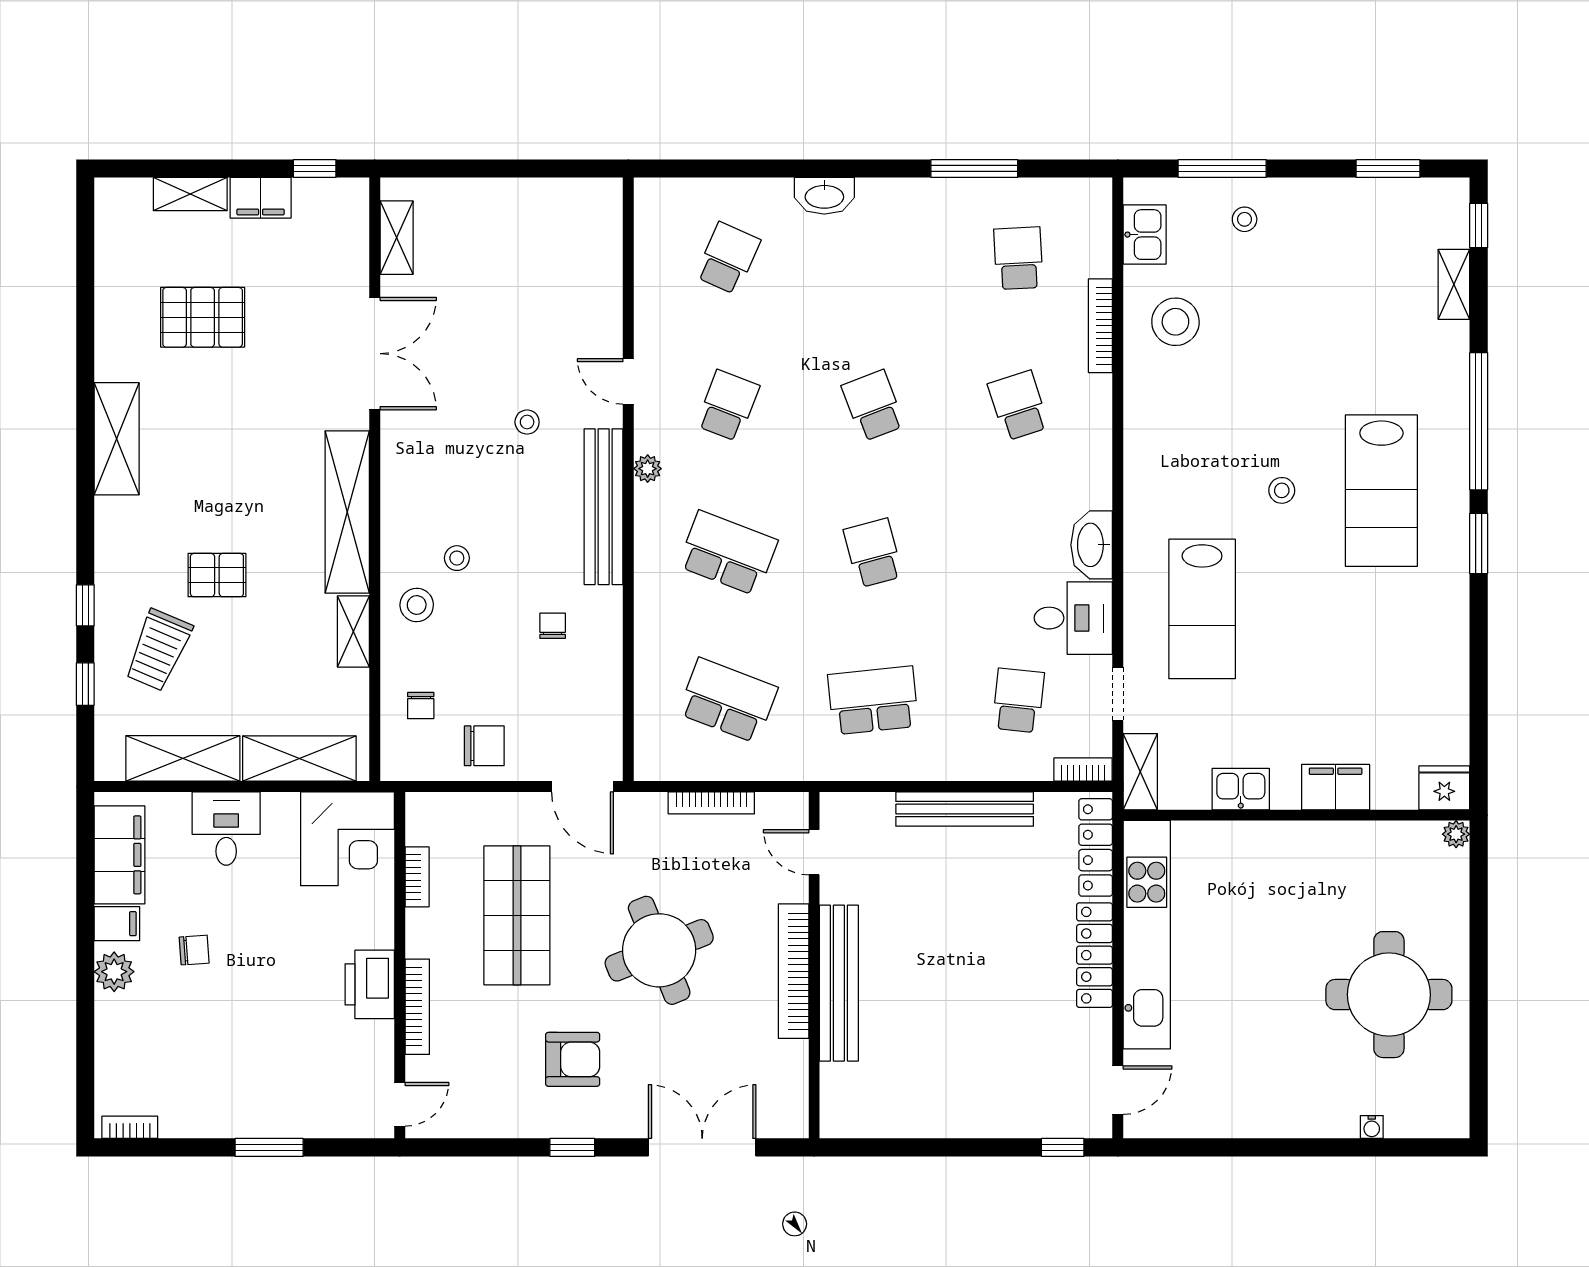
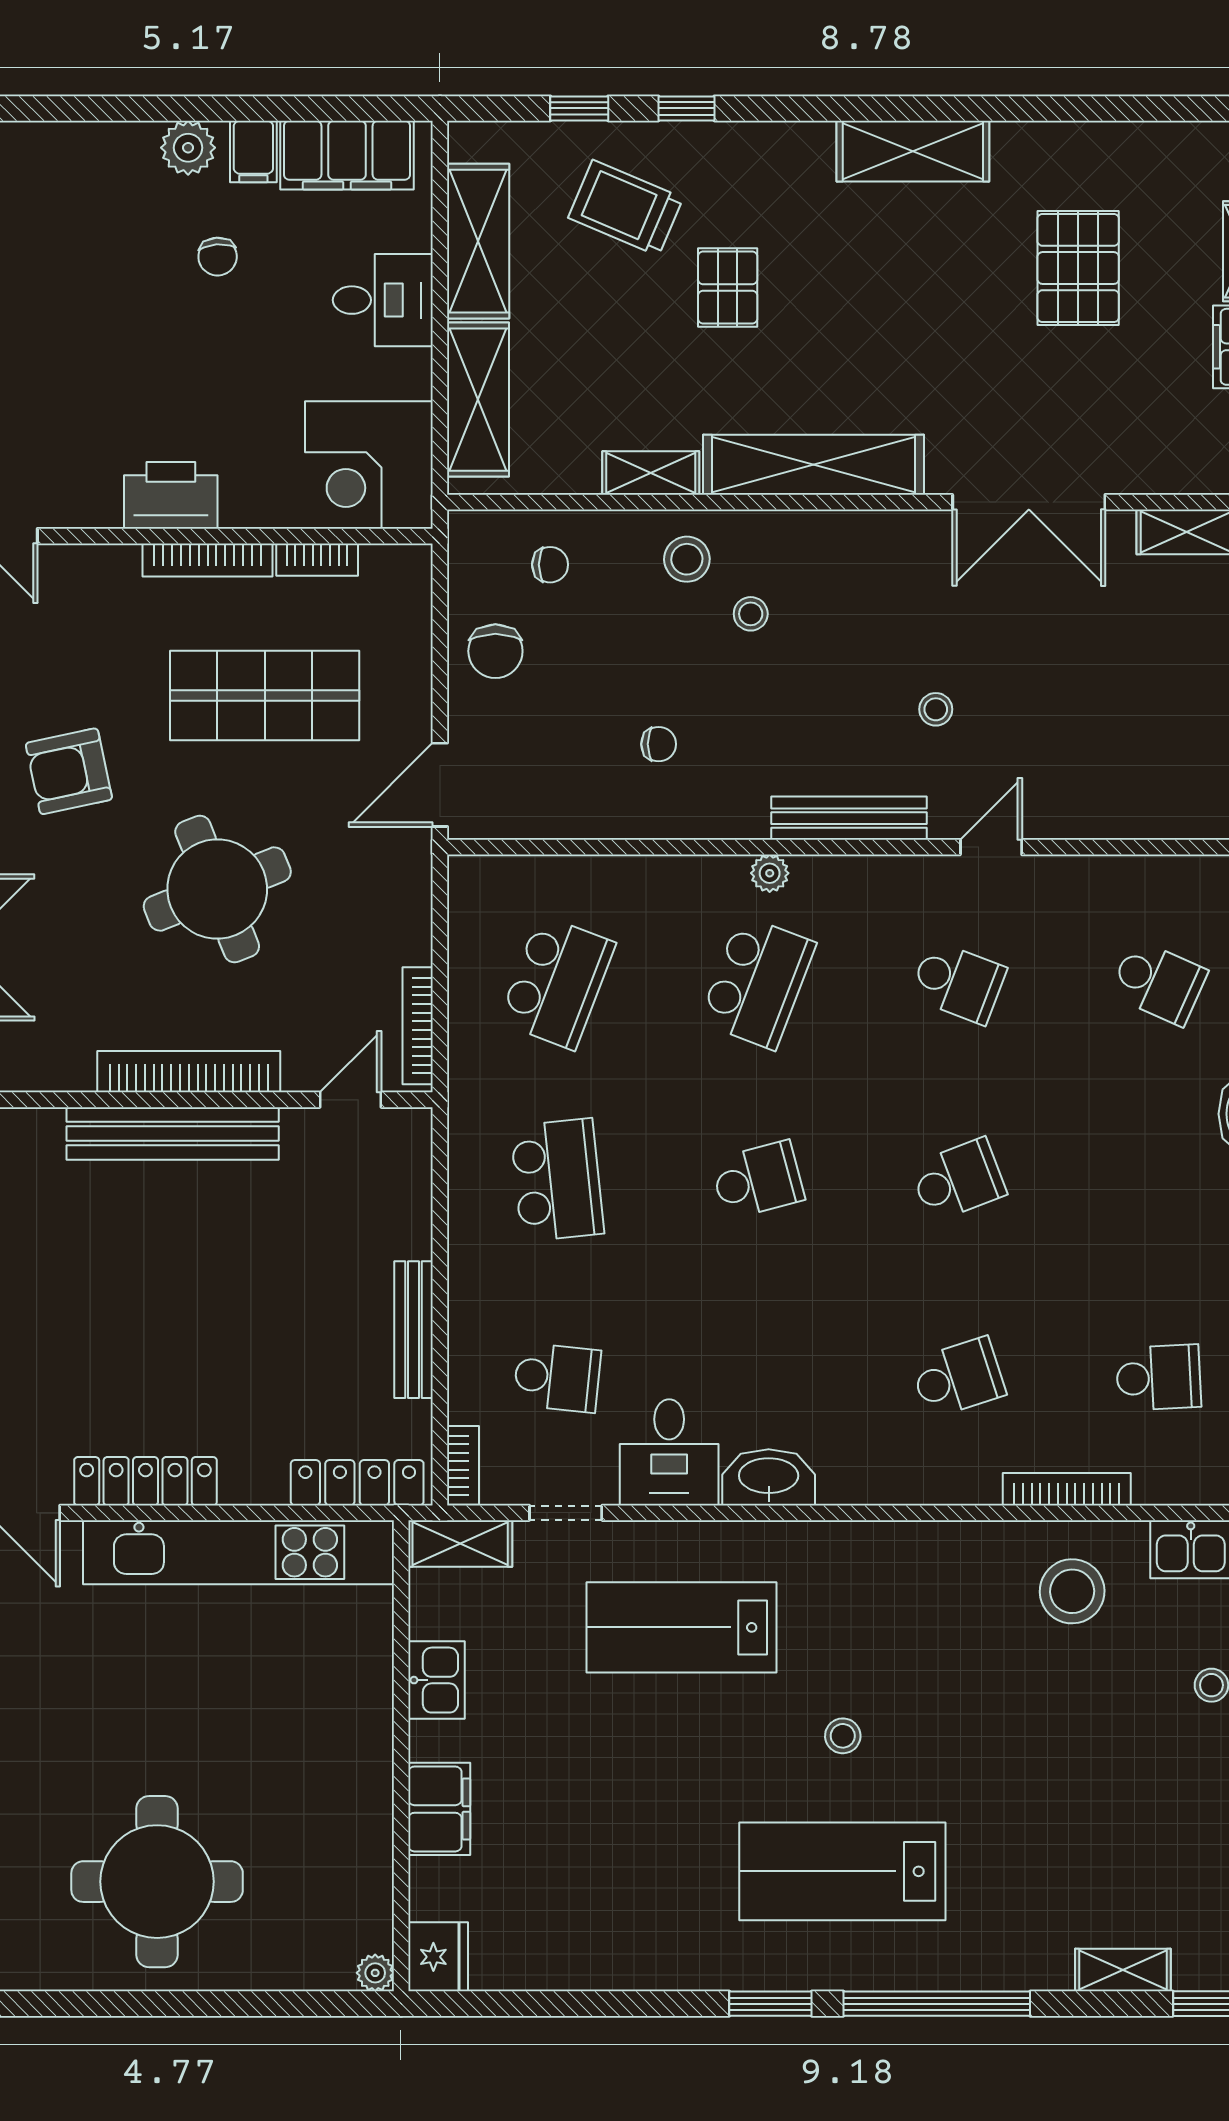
plant: (648, 469) -> (770, 873), moved
bench: (604, 507) -> (849, 818), width x0.73, depth x0.82
chair: (421, 706) -> (550, 565), turned 180
bookcase: (711, 803) -> (418, 1026), moved
bench: (965, 809) -> (413, 1330), width x0.73, depth x0.82
locker: (1095, 955) -> (145, 1481), moved
bookcase: (417, 1007) -> (208, 560), moved
armchair: (573, 1059) -> (69, 771), turned 78

